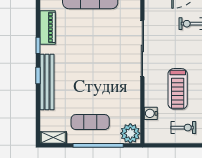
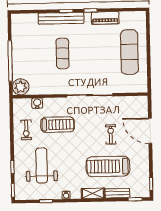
treadmill: (178, 89) -> (58, 125), turned 180
exercise mat: (90, 122) -> (63, 53), moved
shelving: (53, 137) -> (16, 24), removed

